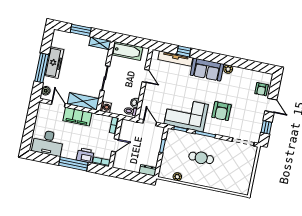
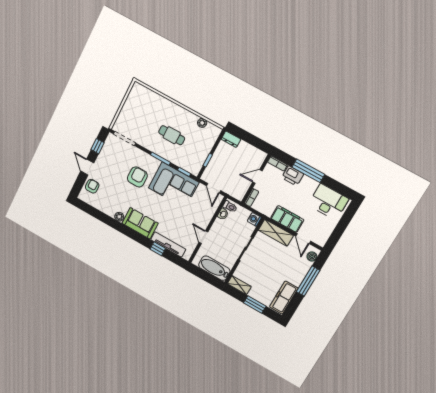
freezer: (54, 63) -> (284, 298), moved

